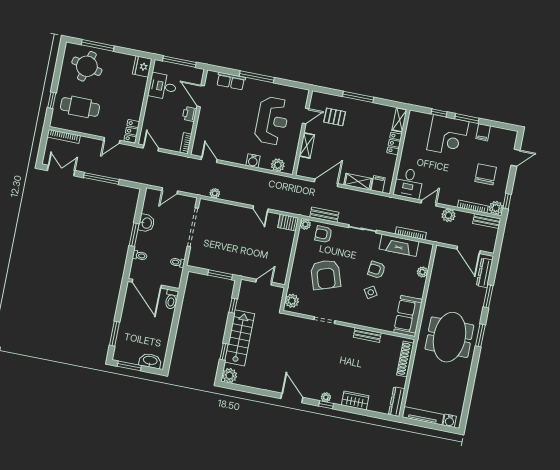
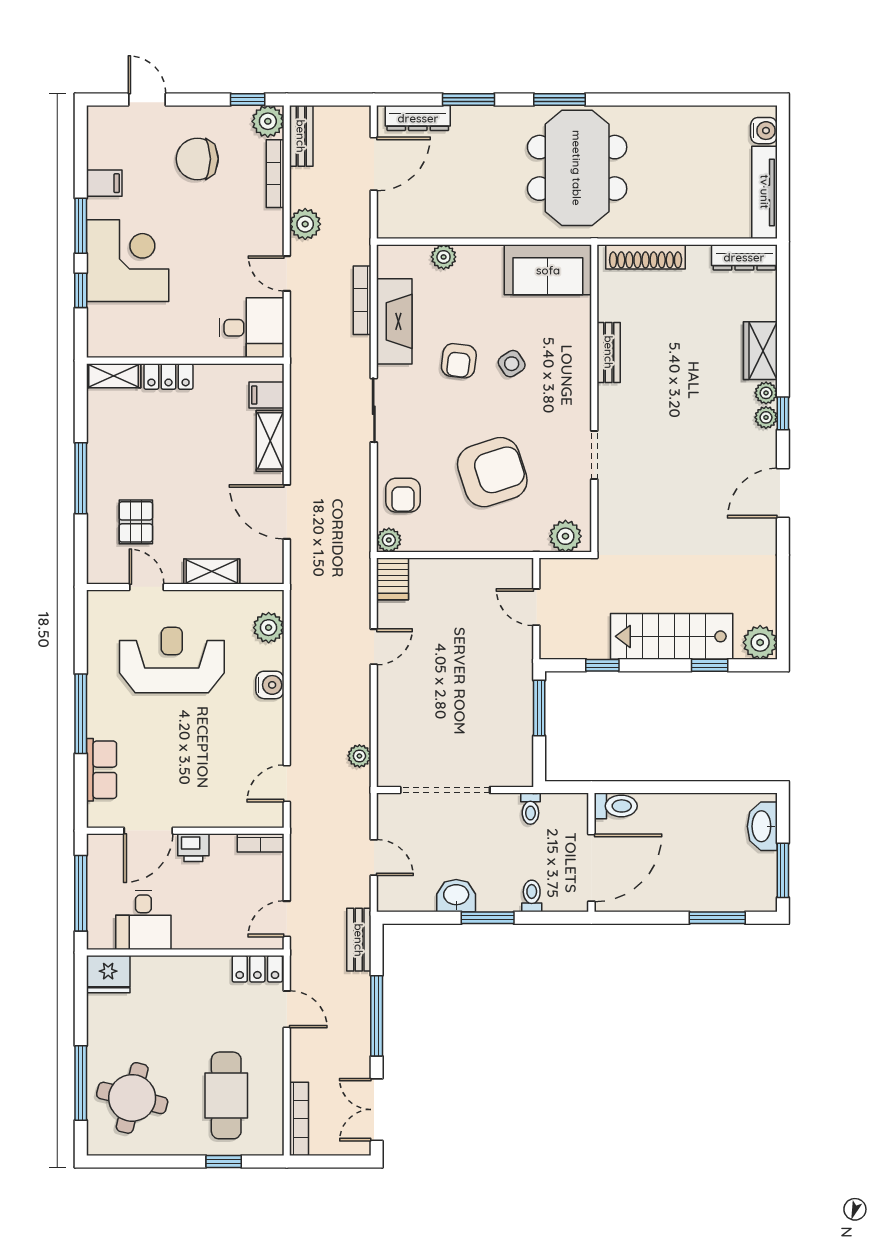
bench: (324, 215) -> (359, 940), moved
meeting table: (449, 337) -> (577, 168), turned 90
plant: (336, 399) -> (766, 393), added

